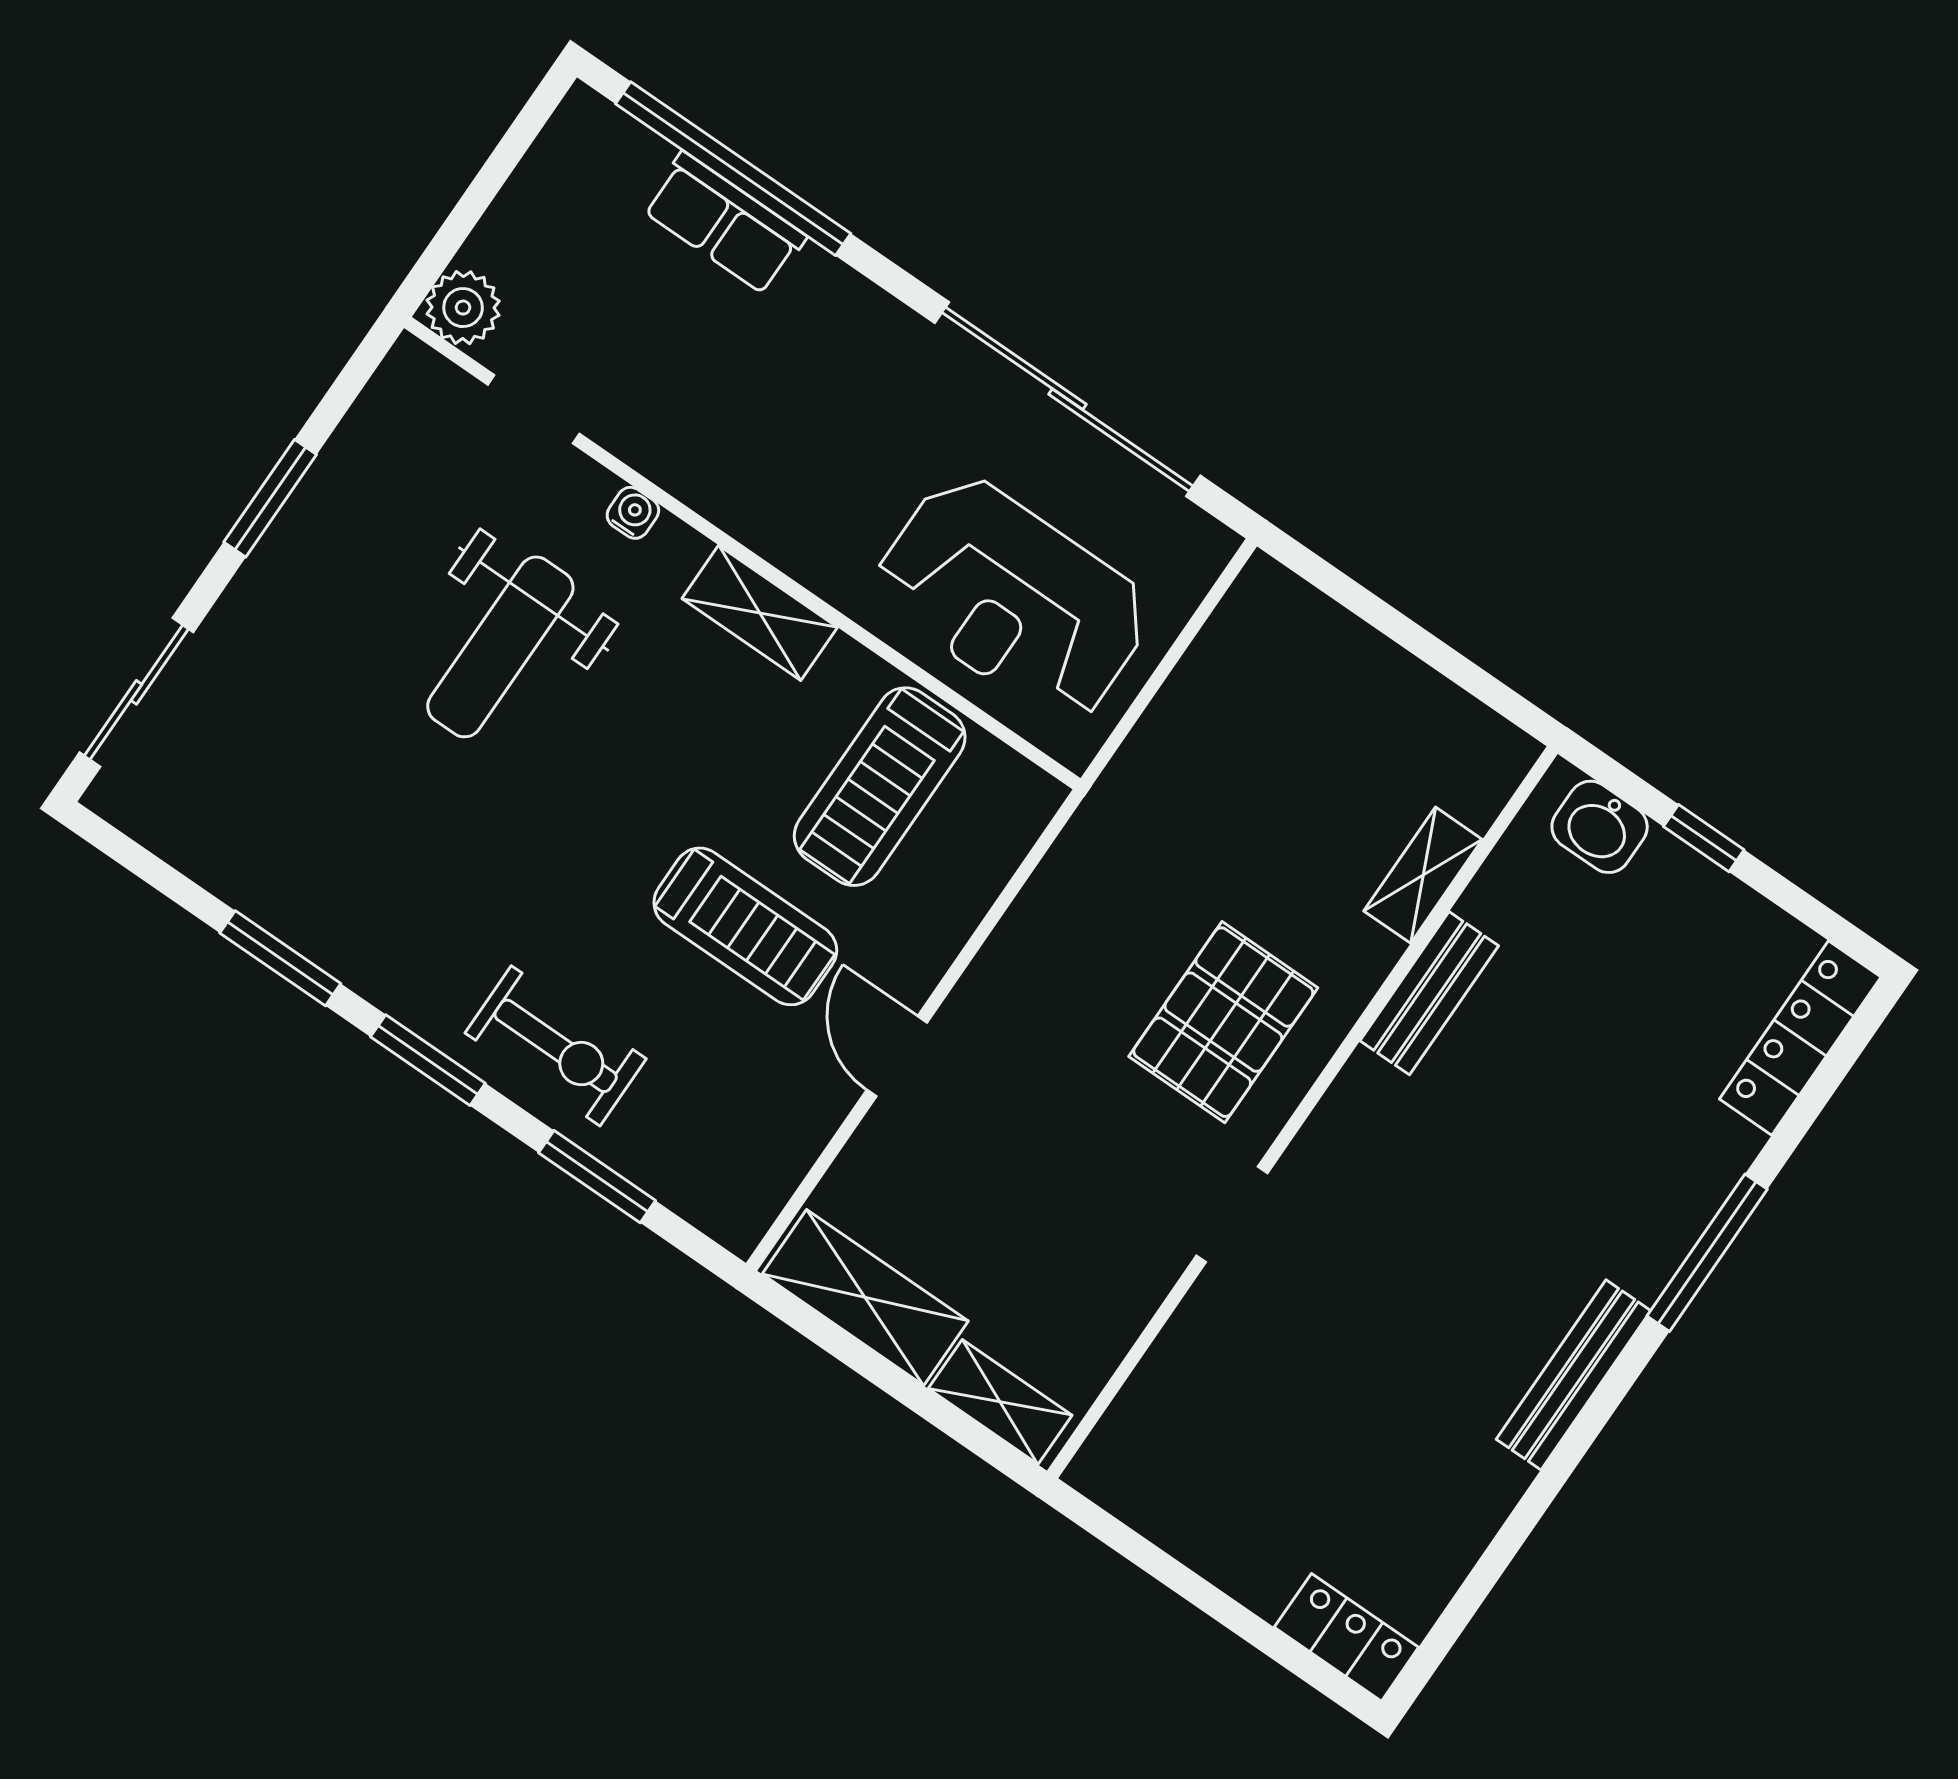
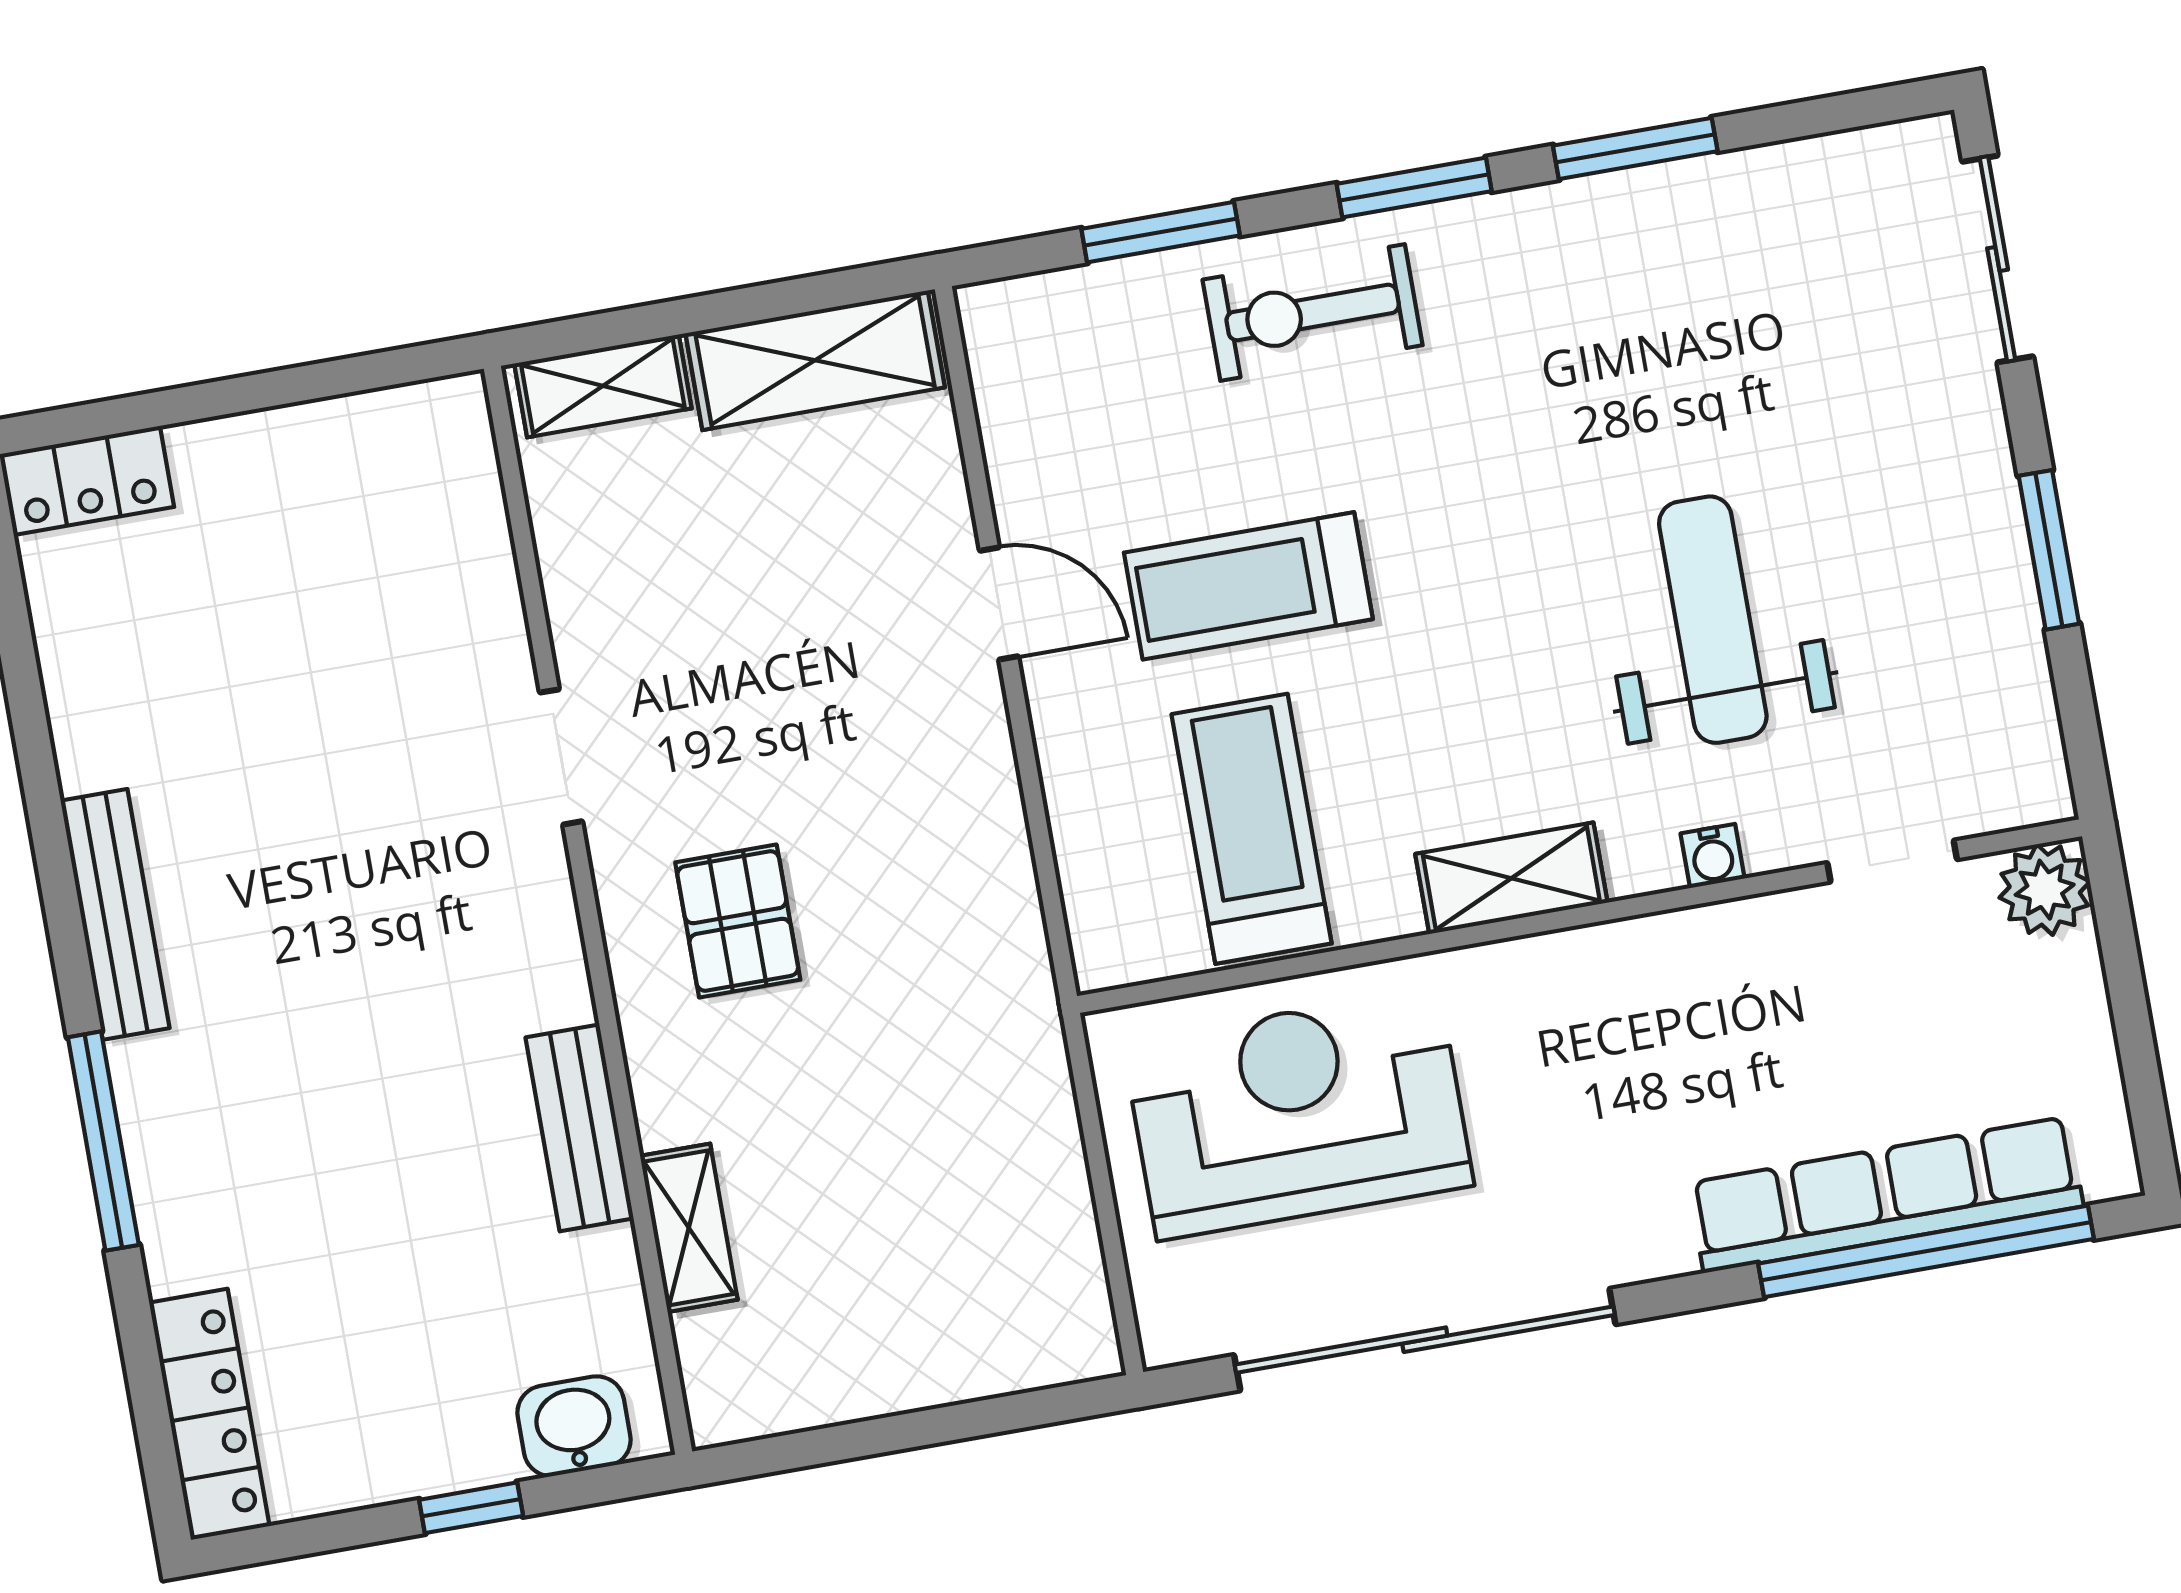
row of seats: (724, 223) -> (1886, 1195), width x2.02
pallet: (1223, 1022) -> (738, 921), width x0.67, depth x0.71

